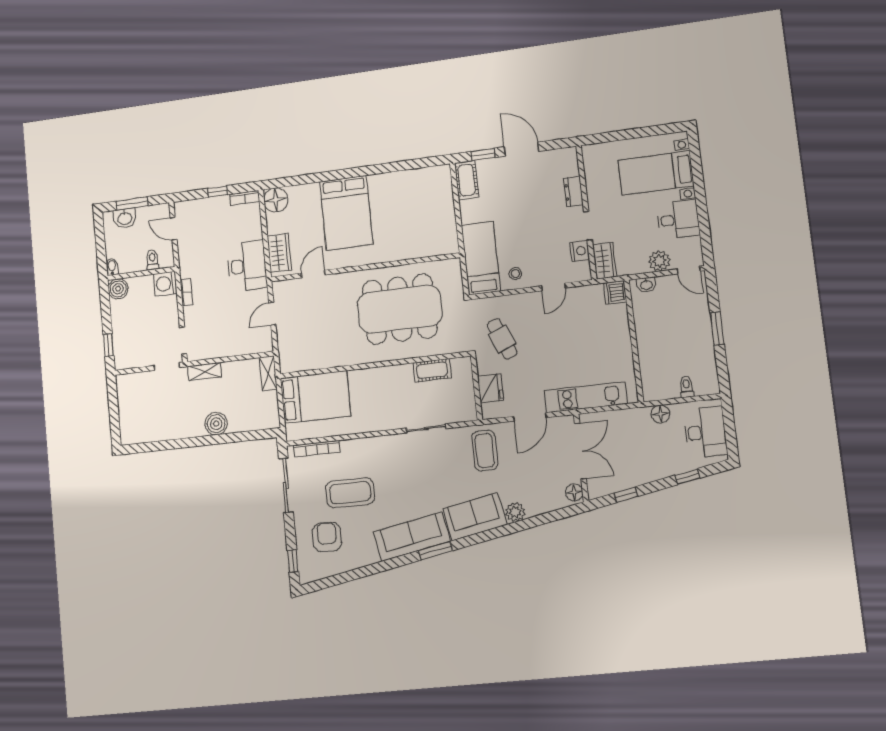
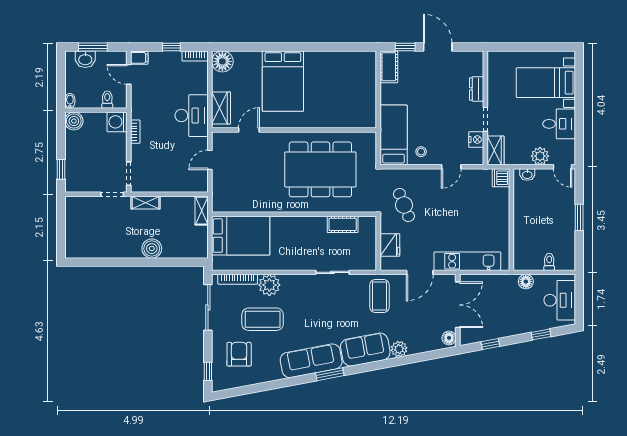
filing cabinet: (183, 209) -> (139, 58), added
plant: (354, 451) -> (269, 285), added

